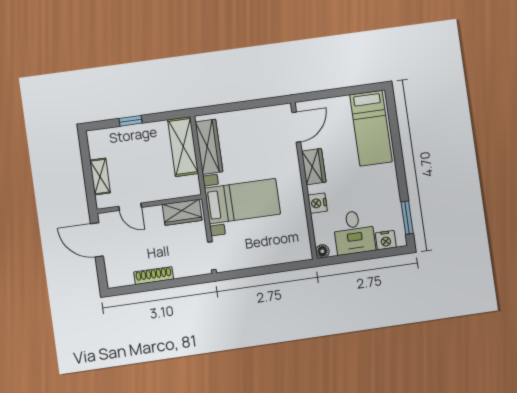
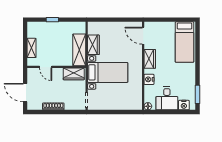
door: (296, 127) -> (143, 36), swing flipped
shelving: (183, 146) -> (79, 50), moved
wardrobe: (209, 147) -> (93, 45), width x0.67
door: (97, 240) -> (25, 93), moved

